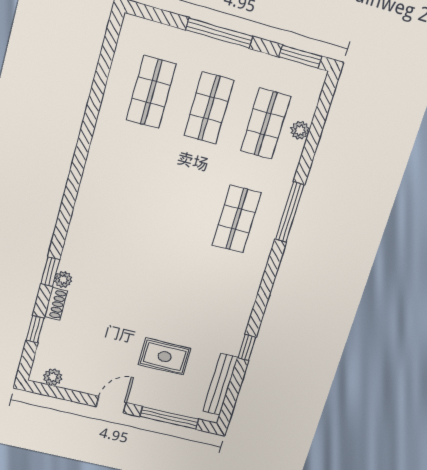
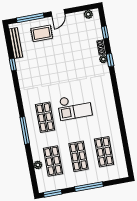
checkout: (167, 212) -> (75, 107), added
rug: (165, 357) -> (42, 33), moved

